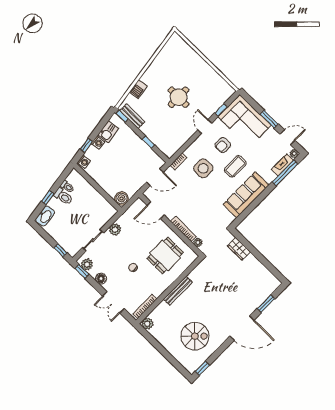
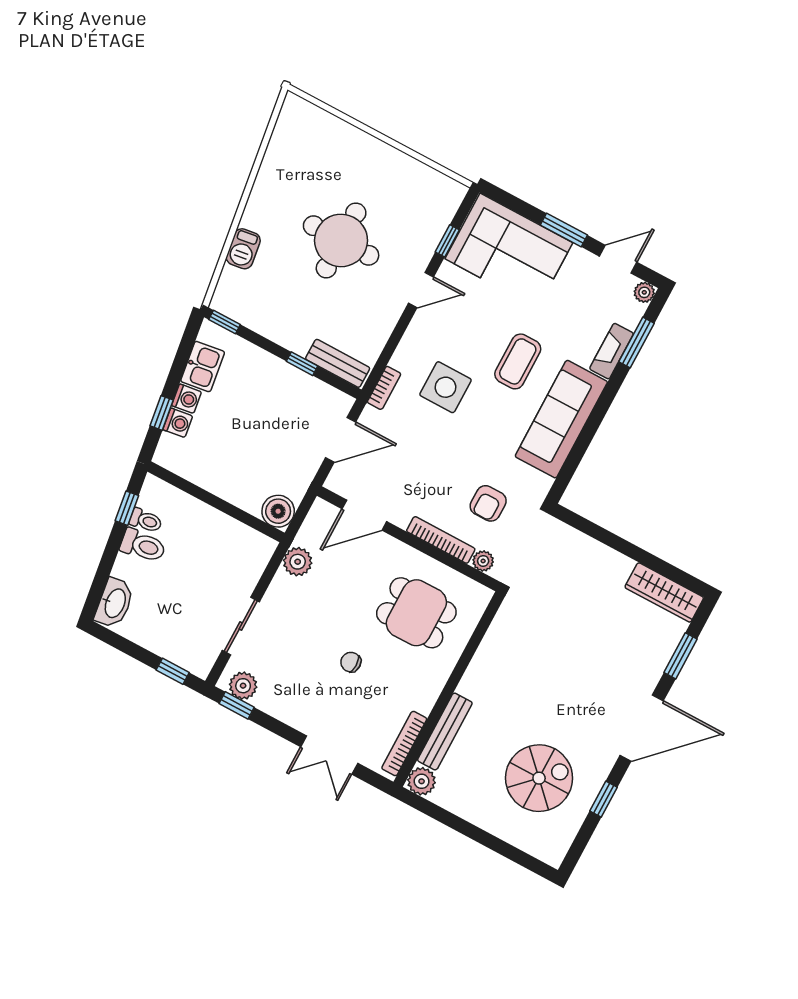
round table: (179, 97) -> (341, 240), width x1.36, depth x1.36
bench: (132, 116) -> (338, 363), moved
door: (205, 126) -> (421, 290), swing flipped
armchair: (223, 145) -> (488, 503), moved
washing machine: (84, 162) -> (178, 423), moved
fireplace: (282, 165) -> (612, 351), moved
window: (285, 173) -> (636, 343), width x0.69
window: (48, 198) -> (127, 508), moved
plant: (115, 229) -> (298, 562), moved
wardrobe: (239, 249) -> (664, 592), moved, width x1.50
dining table: (165, 255) -> (416, 613), turned 90
floor lamp: (101, 279) -> (285, 709), removed
bench: (178, 291) -> (445, 731), moved
window: (202, 368) -> (604, 799), moved

